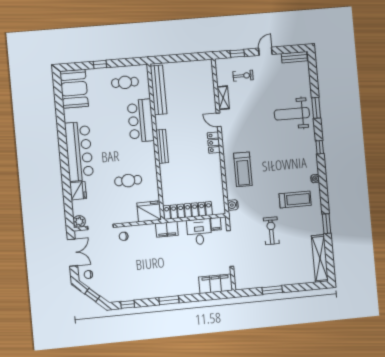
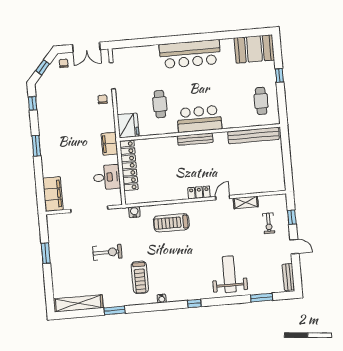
window: (316, 108) -> (262, 298), moved
bar counter: (141, 121) -> (199, 119), moved
fridge: (78, 191) -> (150, 53), removed
plant: (79, 221) -> (118, 54), removed
filing cabinet: (216, 224) -> (115, 195), removed

